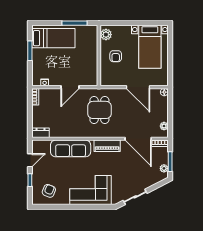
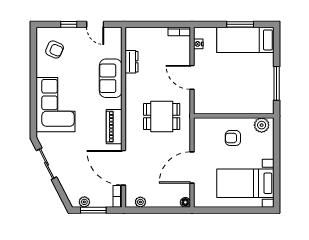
bed: (53, 38) -> (245, 40), moved, turned 90
dresser: (41, 133) -> (132, 62), moved
door: (138, 139) -> (124, 168), hinge flipped
sofa: (71, 148) -> (111, 78), width x0.73

